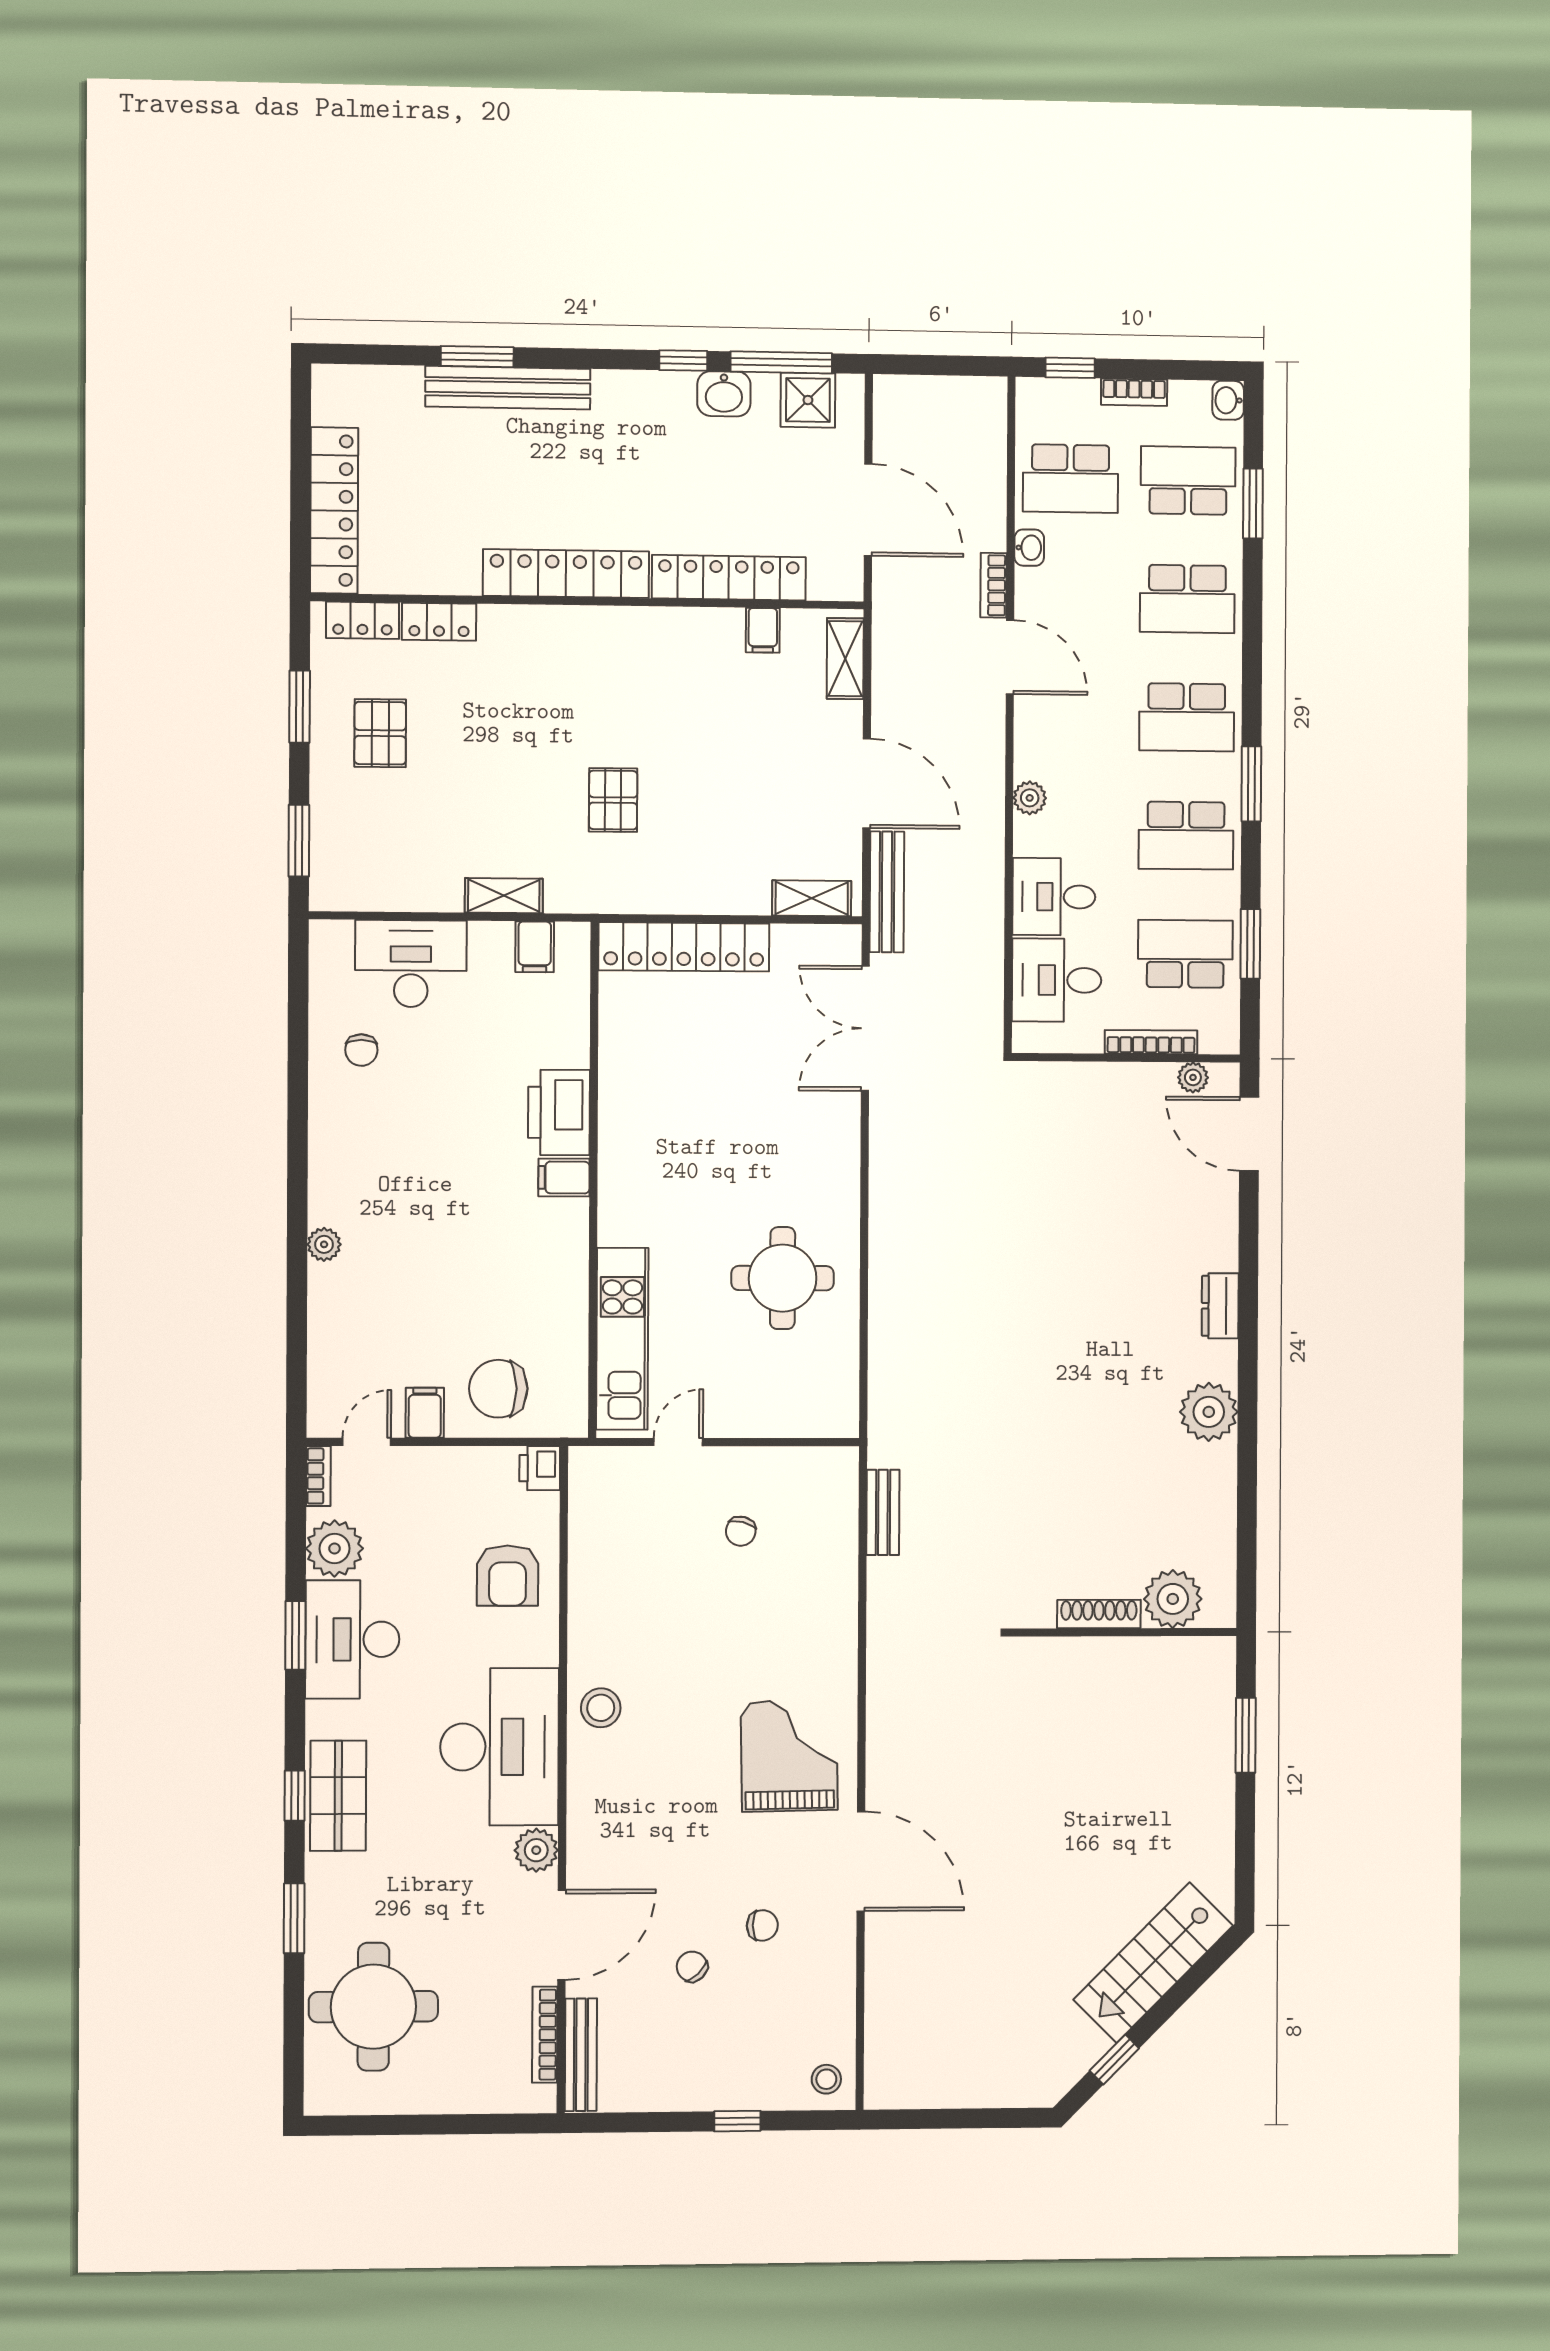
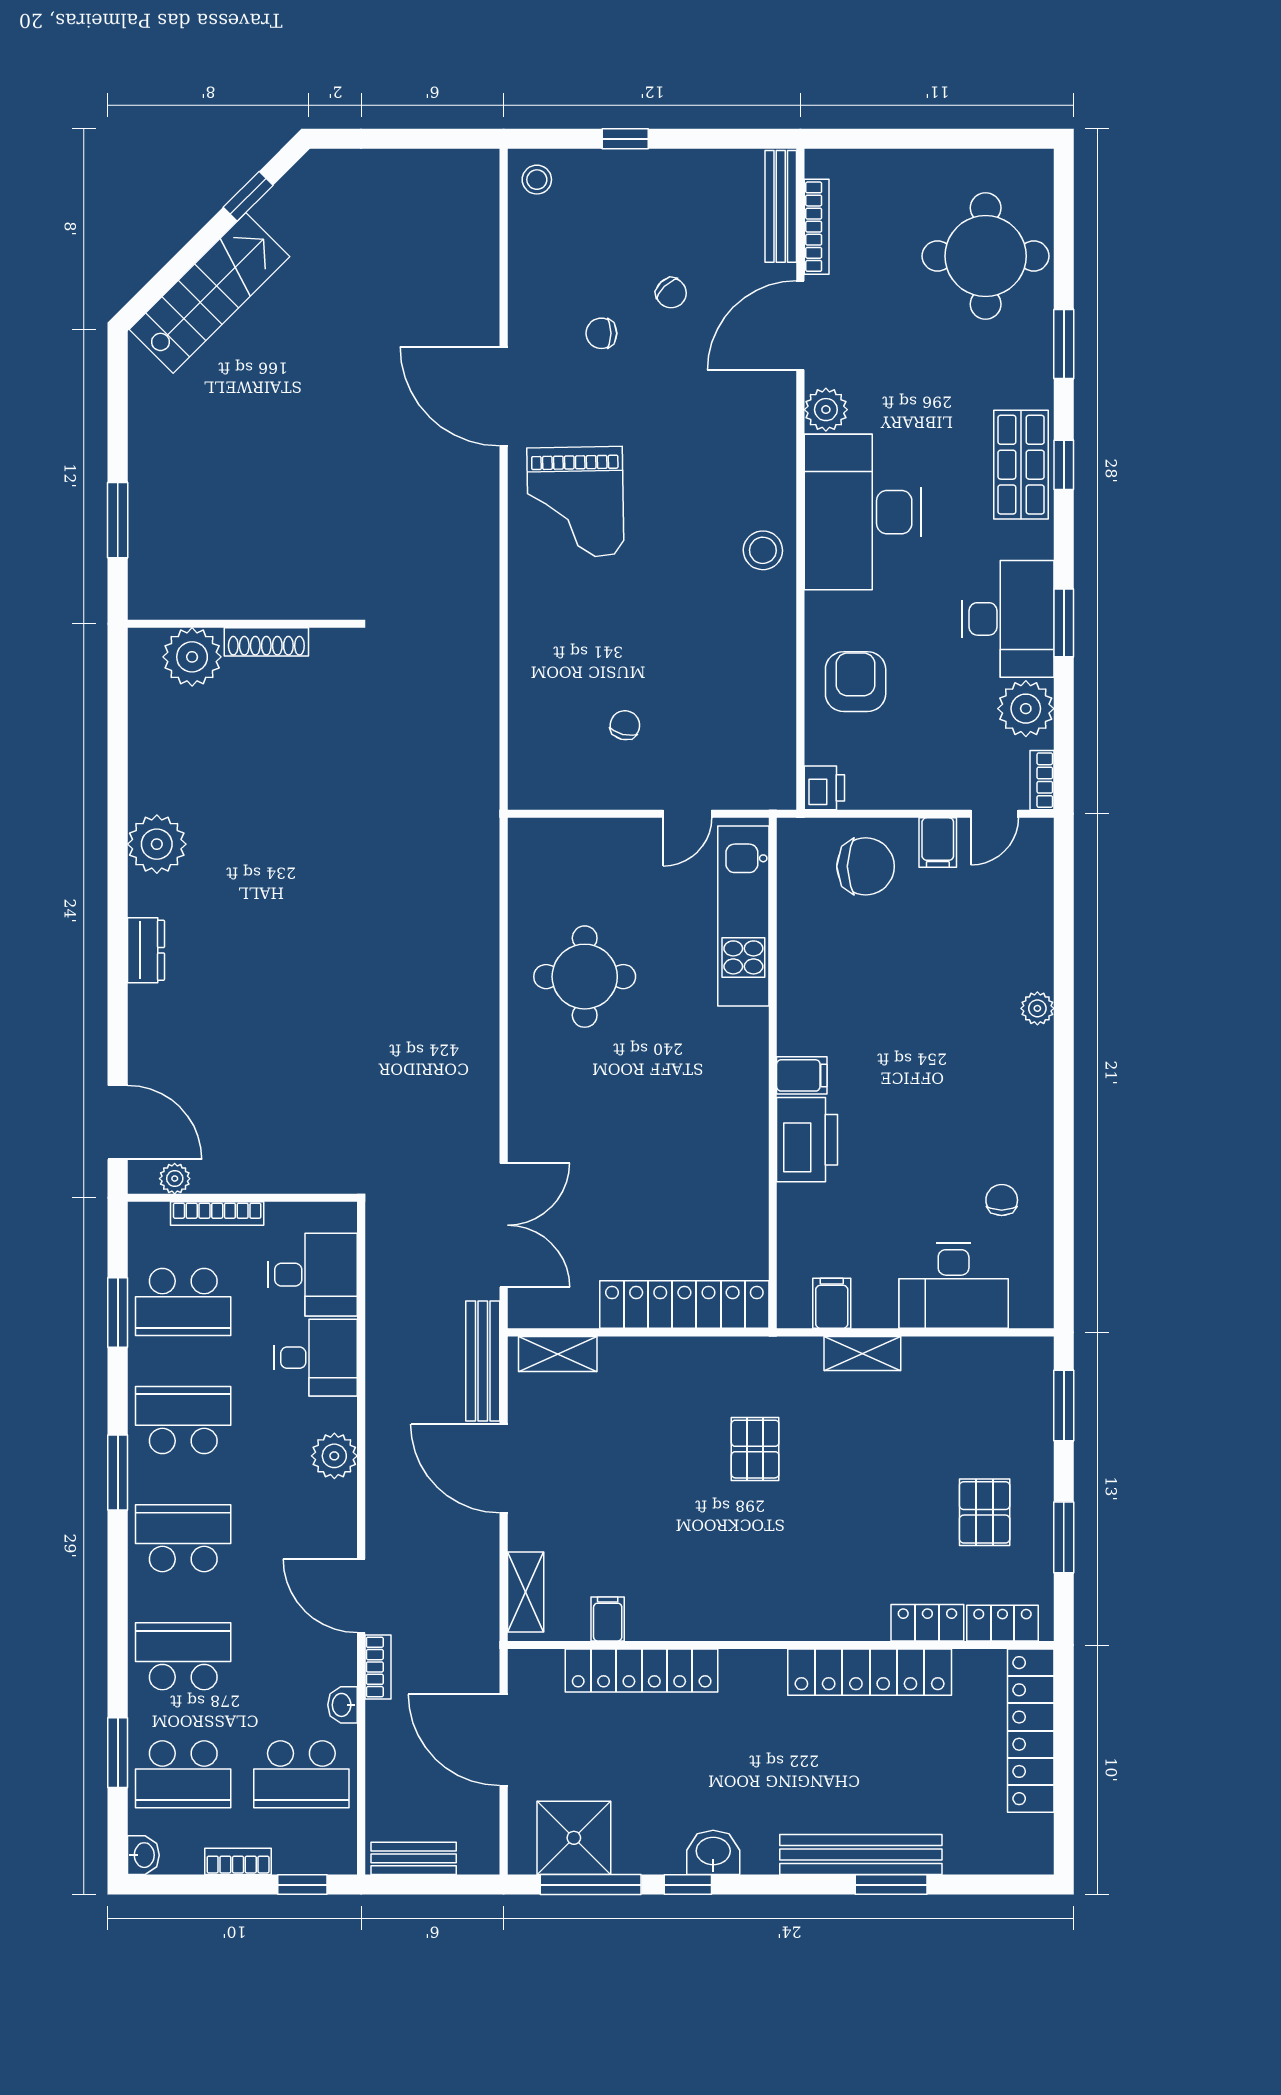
washbasin: (724, 394) -> (713, 1852), moved
shower: (808, 400) -> (574, 1838), width x1.36, depth x1.36
school desk: (1070, 479) -> (301, 1774), turned 180
locker: (566, 574) -> (870, 1672), moved
plant: (1030, 798) -> (334, 1456), width x1.38, depth x1.38
bench: (883, 1512) -> (414, 1858), moved, turned 90

